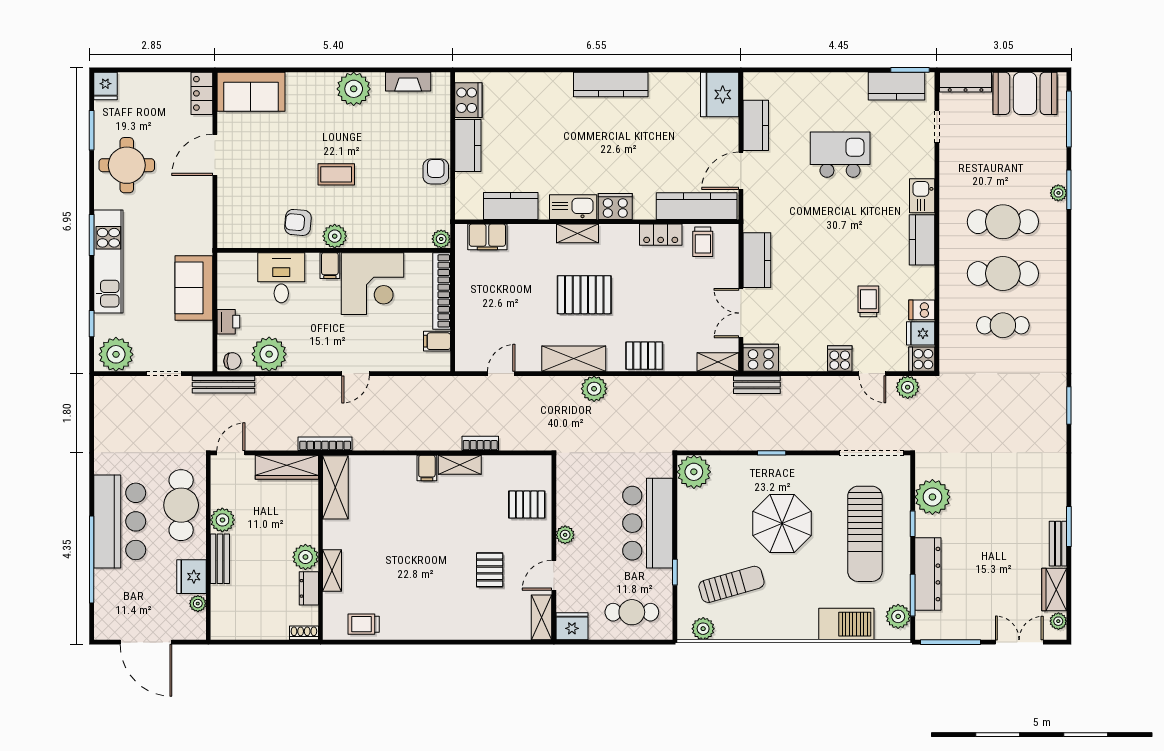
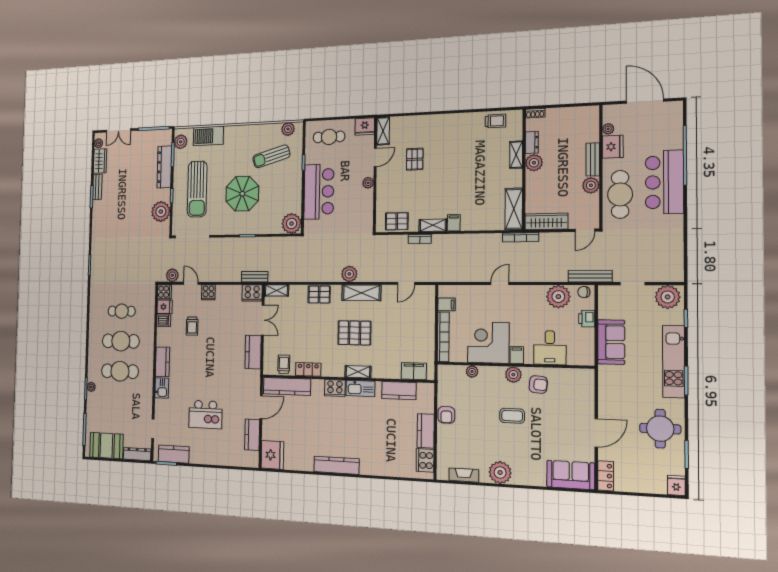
plant: (441, 239) -> (472, 372), moved
pallet: (527, 505) -> (397, 221), moved
sun lounger: (865, 534) -> (197, 189), turned 180

